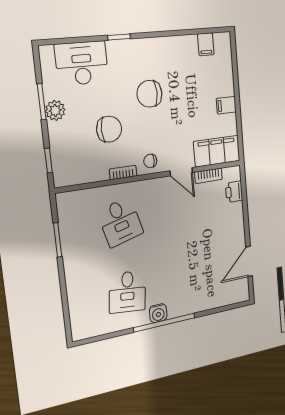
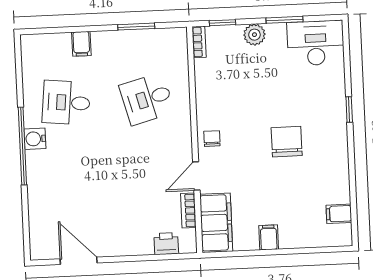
desk: (82, 63) -> (316, 43), moved, turned -90
plant: (55, 110) -> (254, 35), moved
chair: (109, 129) -> (251, 92), removed
bookcase: (123, 173) -> (199, 42), moved
filing cabinet: (76, 287) -> (81, 44), added

